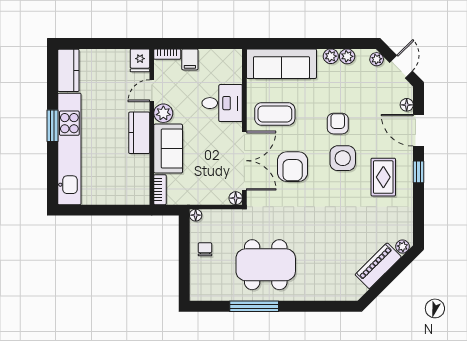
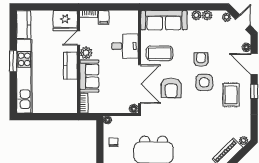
fridge: (140, 60) -> (65, 21), width x1.88, depth x1.34

